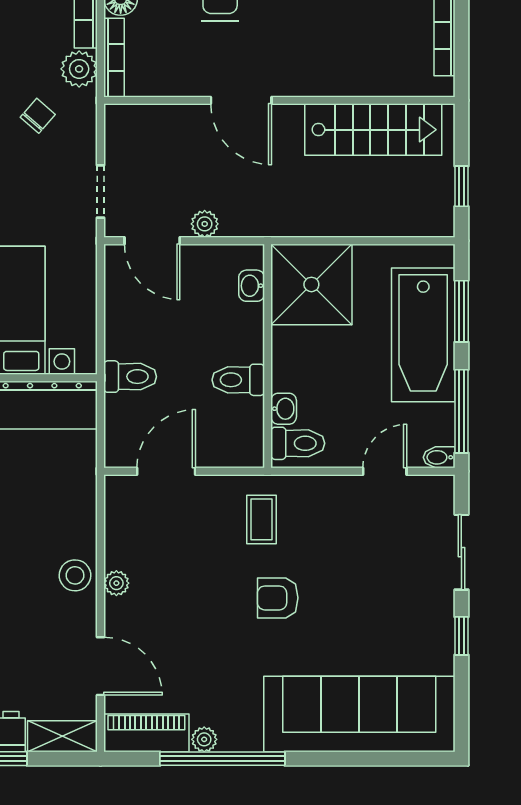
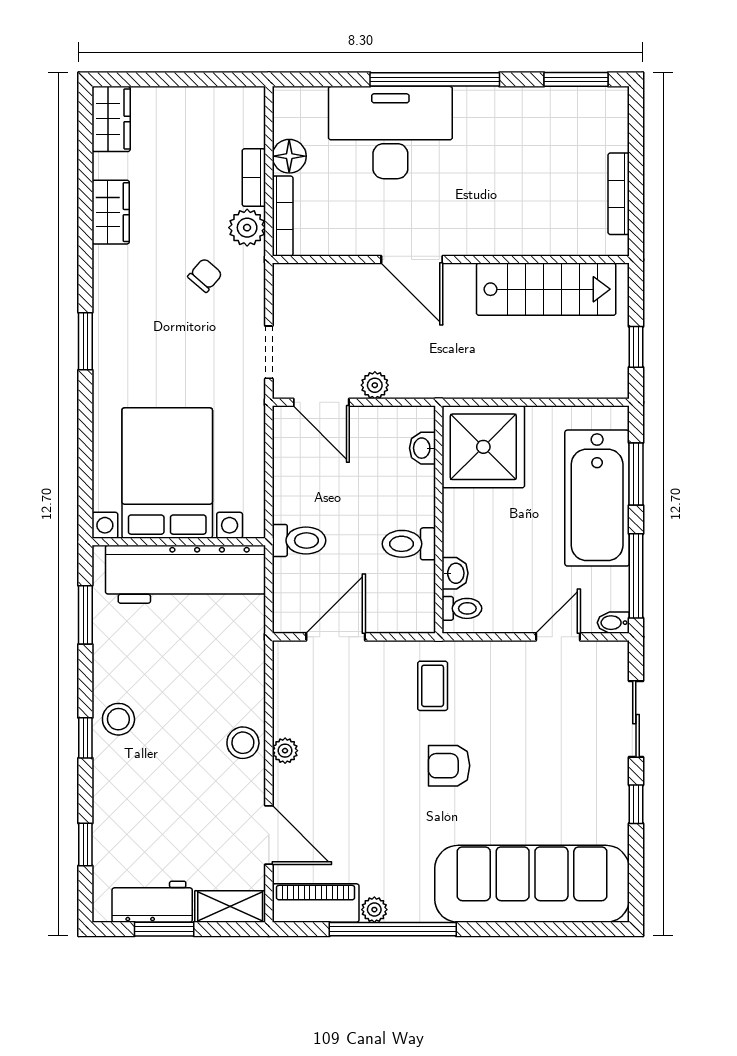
toilet: (298, 443) -> (462, 608), width x0.73, depth x0.72

